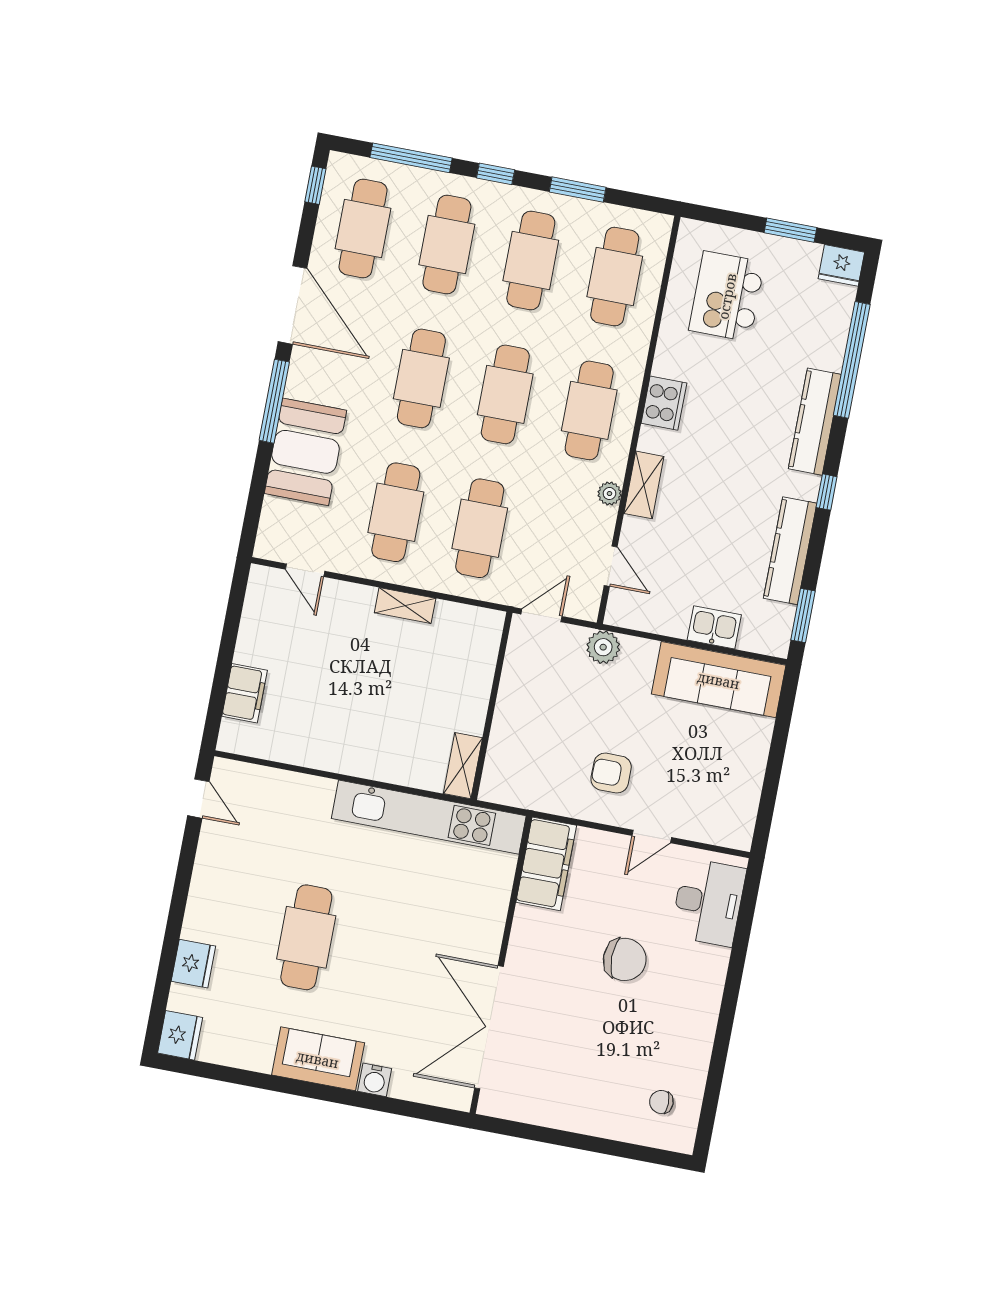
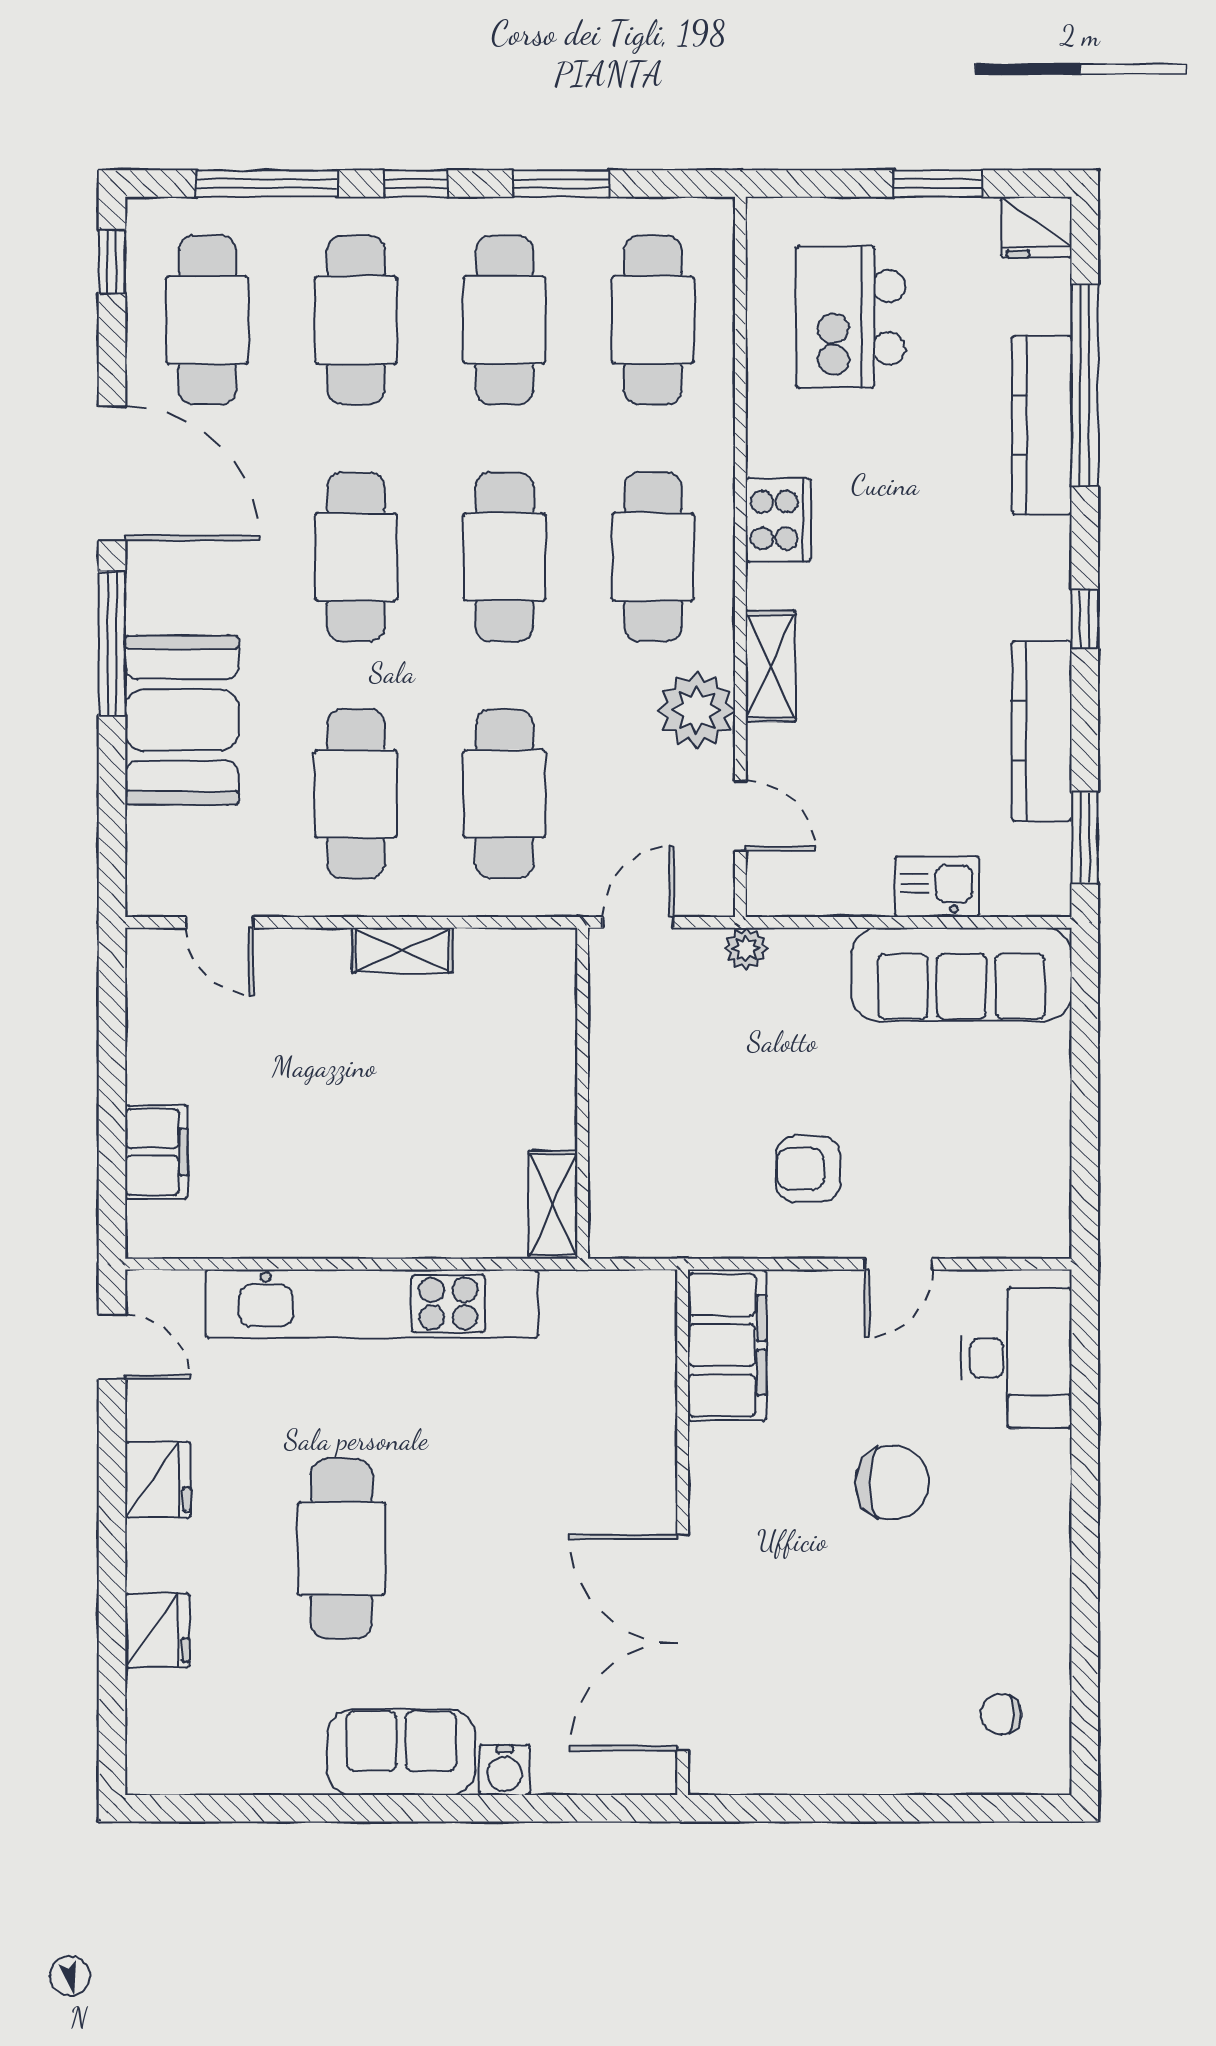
kitchen counter: (815, 422) -> (1042, 425), moved
plant: (609, 494) -> (697, 710), width x1.88, depth x1.88
plant: (603, 647) -> (746, 949), width x0.73, depth x0.73
kitchen unit: (429, 817) -> (372, 1304), moved
fridge: (180, 1035) -> (158, 1480), moved

